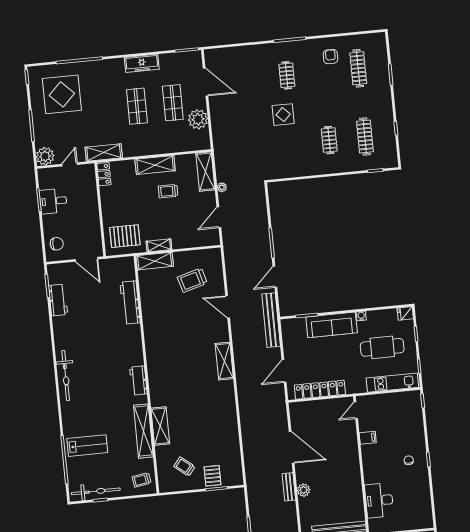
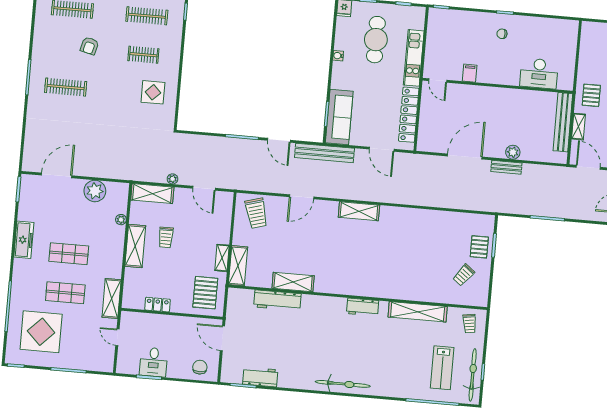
armchair: (330, 57) -> (90, 46), moved, turned -76
clothes rail: (287, 75) -> (66, 87), width x1.36
shop shelf: (173, 103) -> (65, 293), moved
display table: (283, 115) -> (153, 92), moved
plant: (45, 156) -> (121, 220), moved, width x0.53, depth x0.53
locker: (104, 174) -> (157, 305), moved
door: (86, 259) -> (222, 338), swing flipped
trolley: (192, 280) -> (256, 213), moved
sofa: (332, 325) -> (339, 117), moved
kitchen unit: (392, 383) -> (414, 58), moved
shelving: (160, 426) -> (293, 282), moved
lab bench: (87, 446) -> (442, 368), moved, turned 180
pallet: (212, 476) -> (479, 247), turned 90

